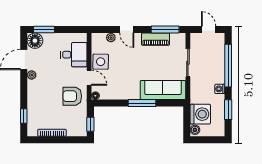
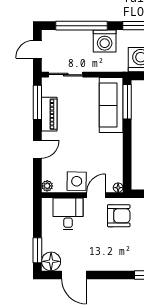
plant: (111, 38) -> (47, 186), moved
sliding door: (188, 63) -> (66, 75), moved
plant: (32, 75) -> (93, 265), removed
washing machine: (220, 89) -> (105, 41), width x1.89, depth x1.89
armchair: (72, 96) -> (119, 216), turned -90
window: (142, 103) -> (127, 102), moved

